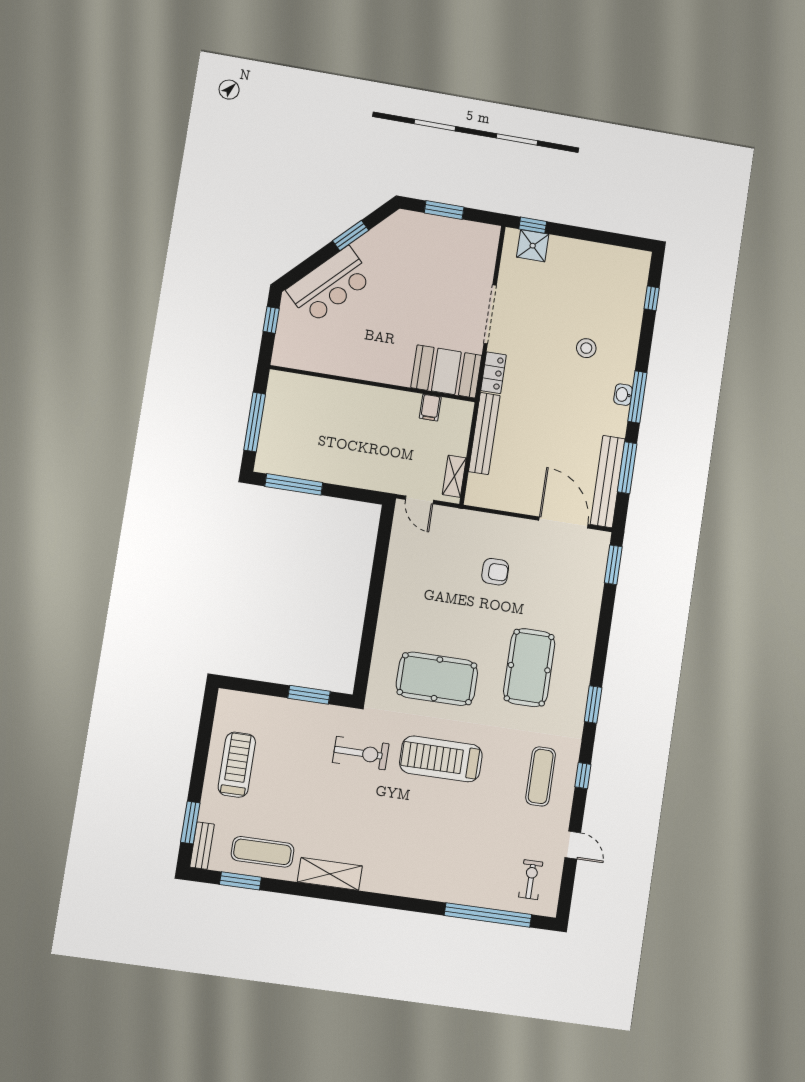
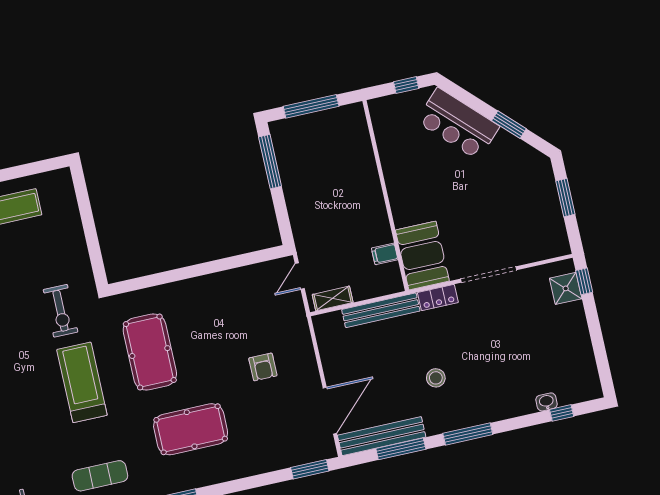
stool: (586, 348) -> (436, 378), moved
washbasin: (623, 395) -> (547, 402), moved
window: (309, 695) -> (93, 246), removed

